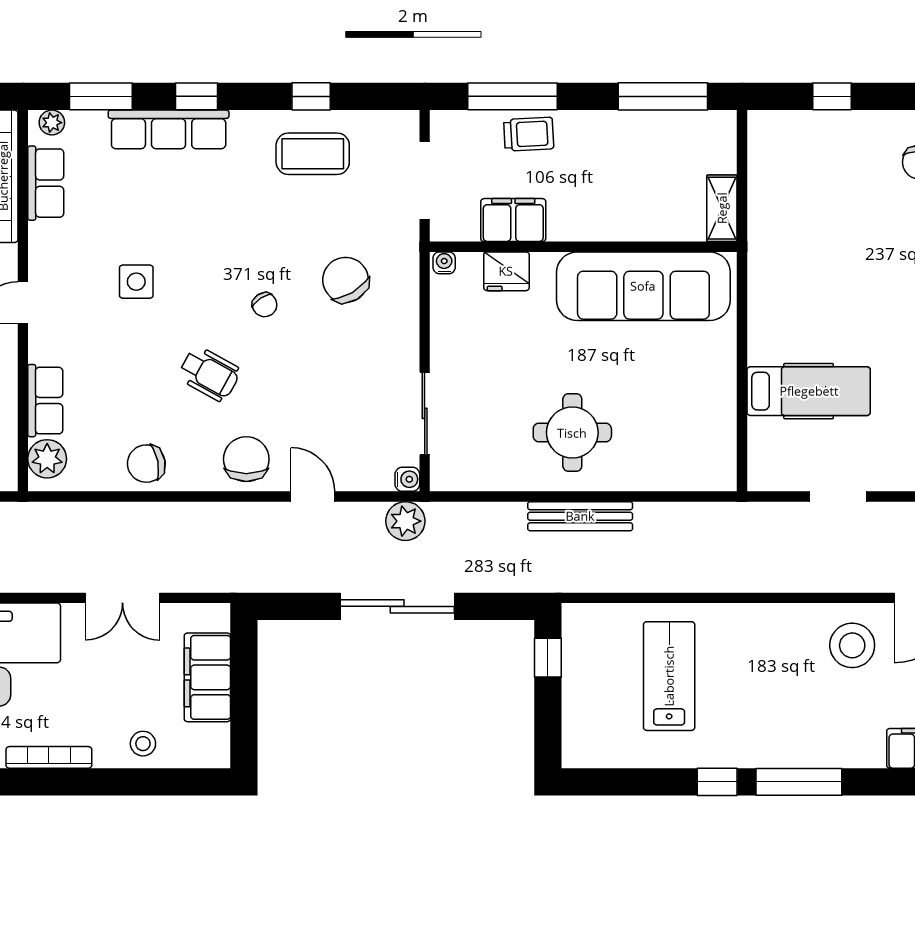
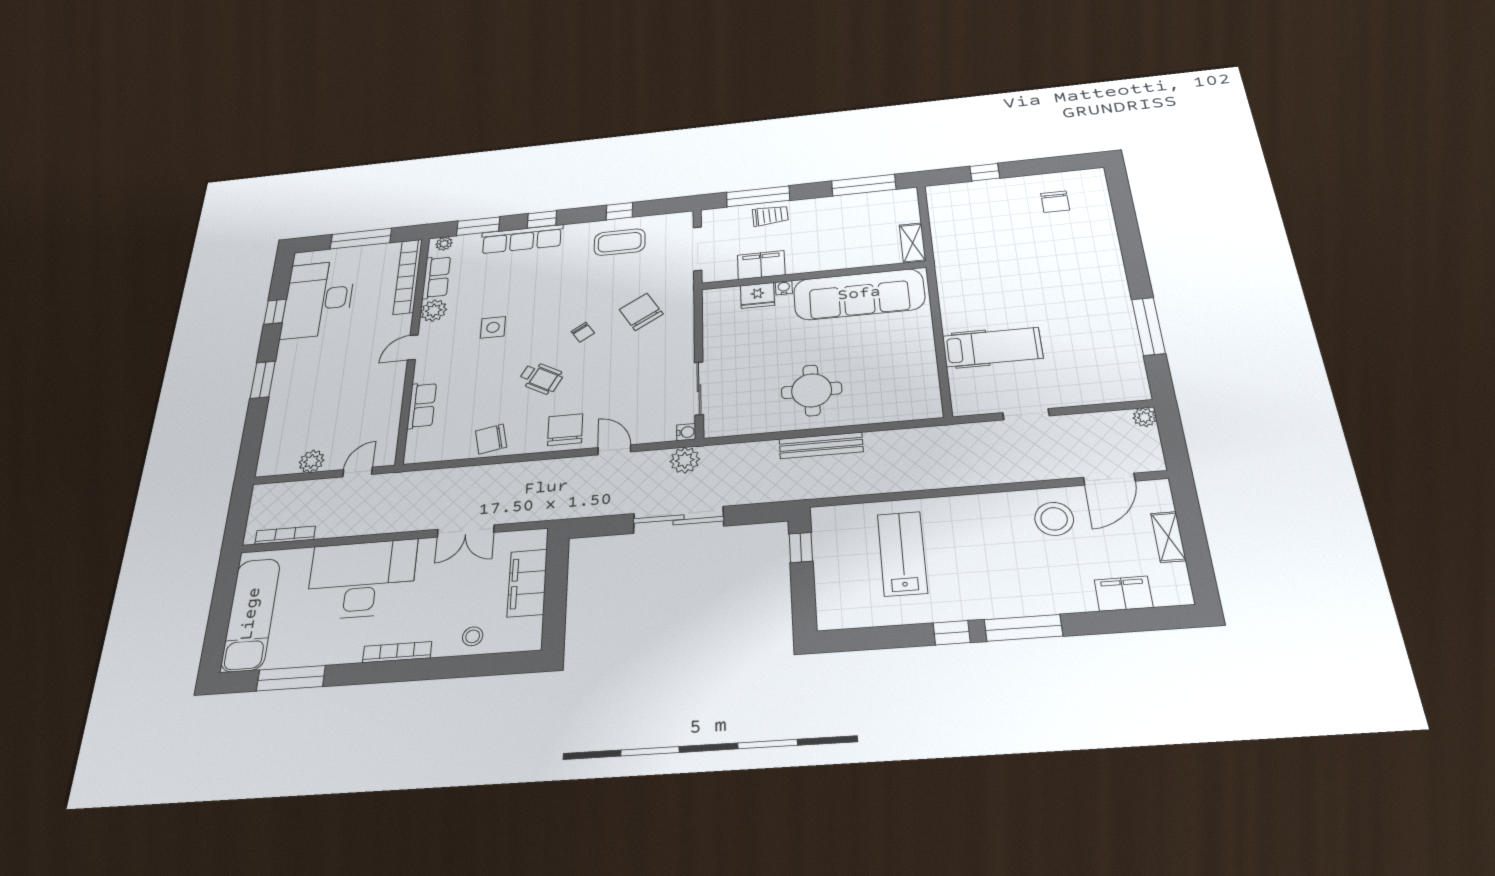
water cooler: (444, 263) -> (784, 288), moved
plant: (47, 459) -> (434, 311), moved

